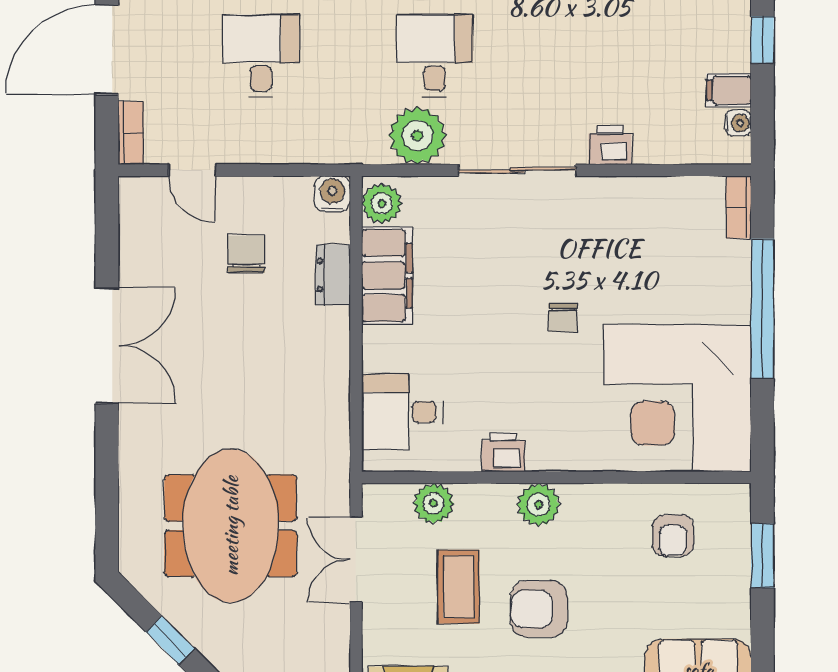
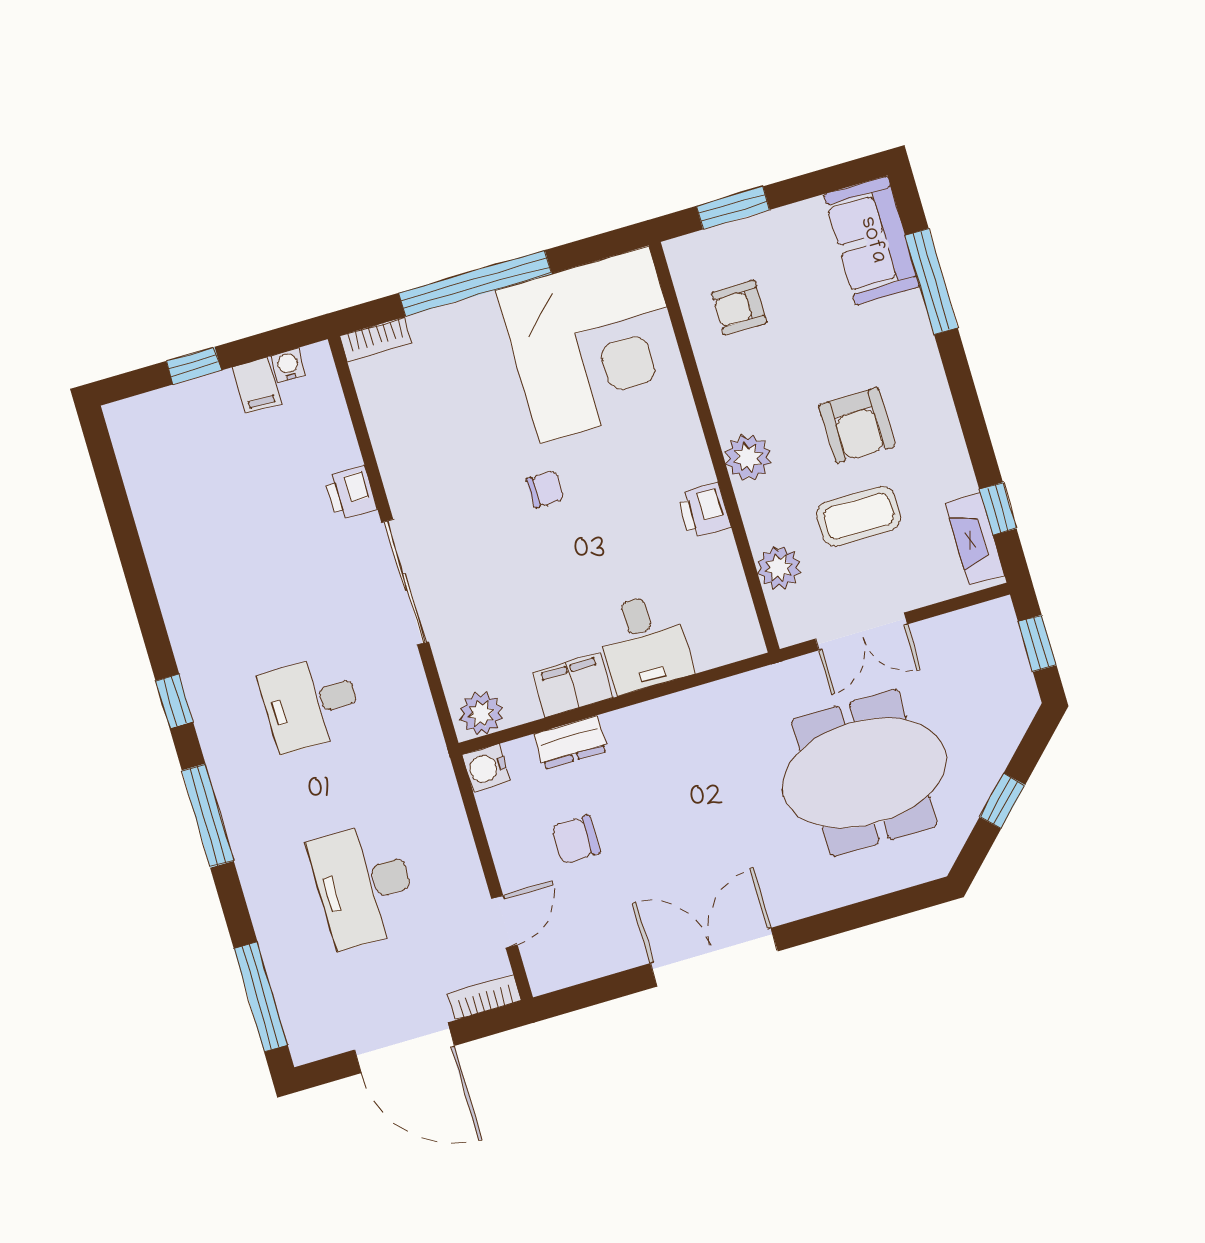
desk: (261, 56) -> (364, 885), width x1.37
plant: (417, 136) -> (399, 697), removed
filing cabinet: (387, 275) -> (573, 685), width x0.67, depth x0.86
desk: (402, 412) -> (644, 643), moved
armchair: (673, 535) -> (739, 308), turned 180

